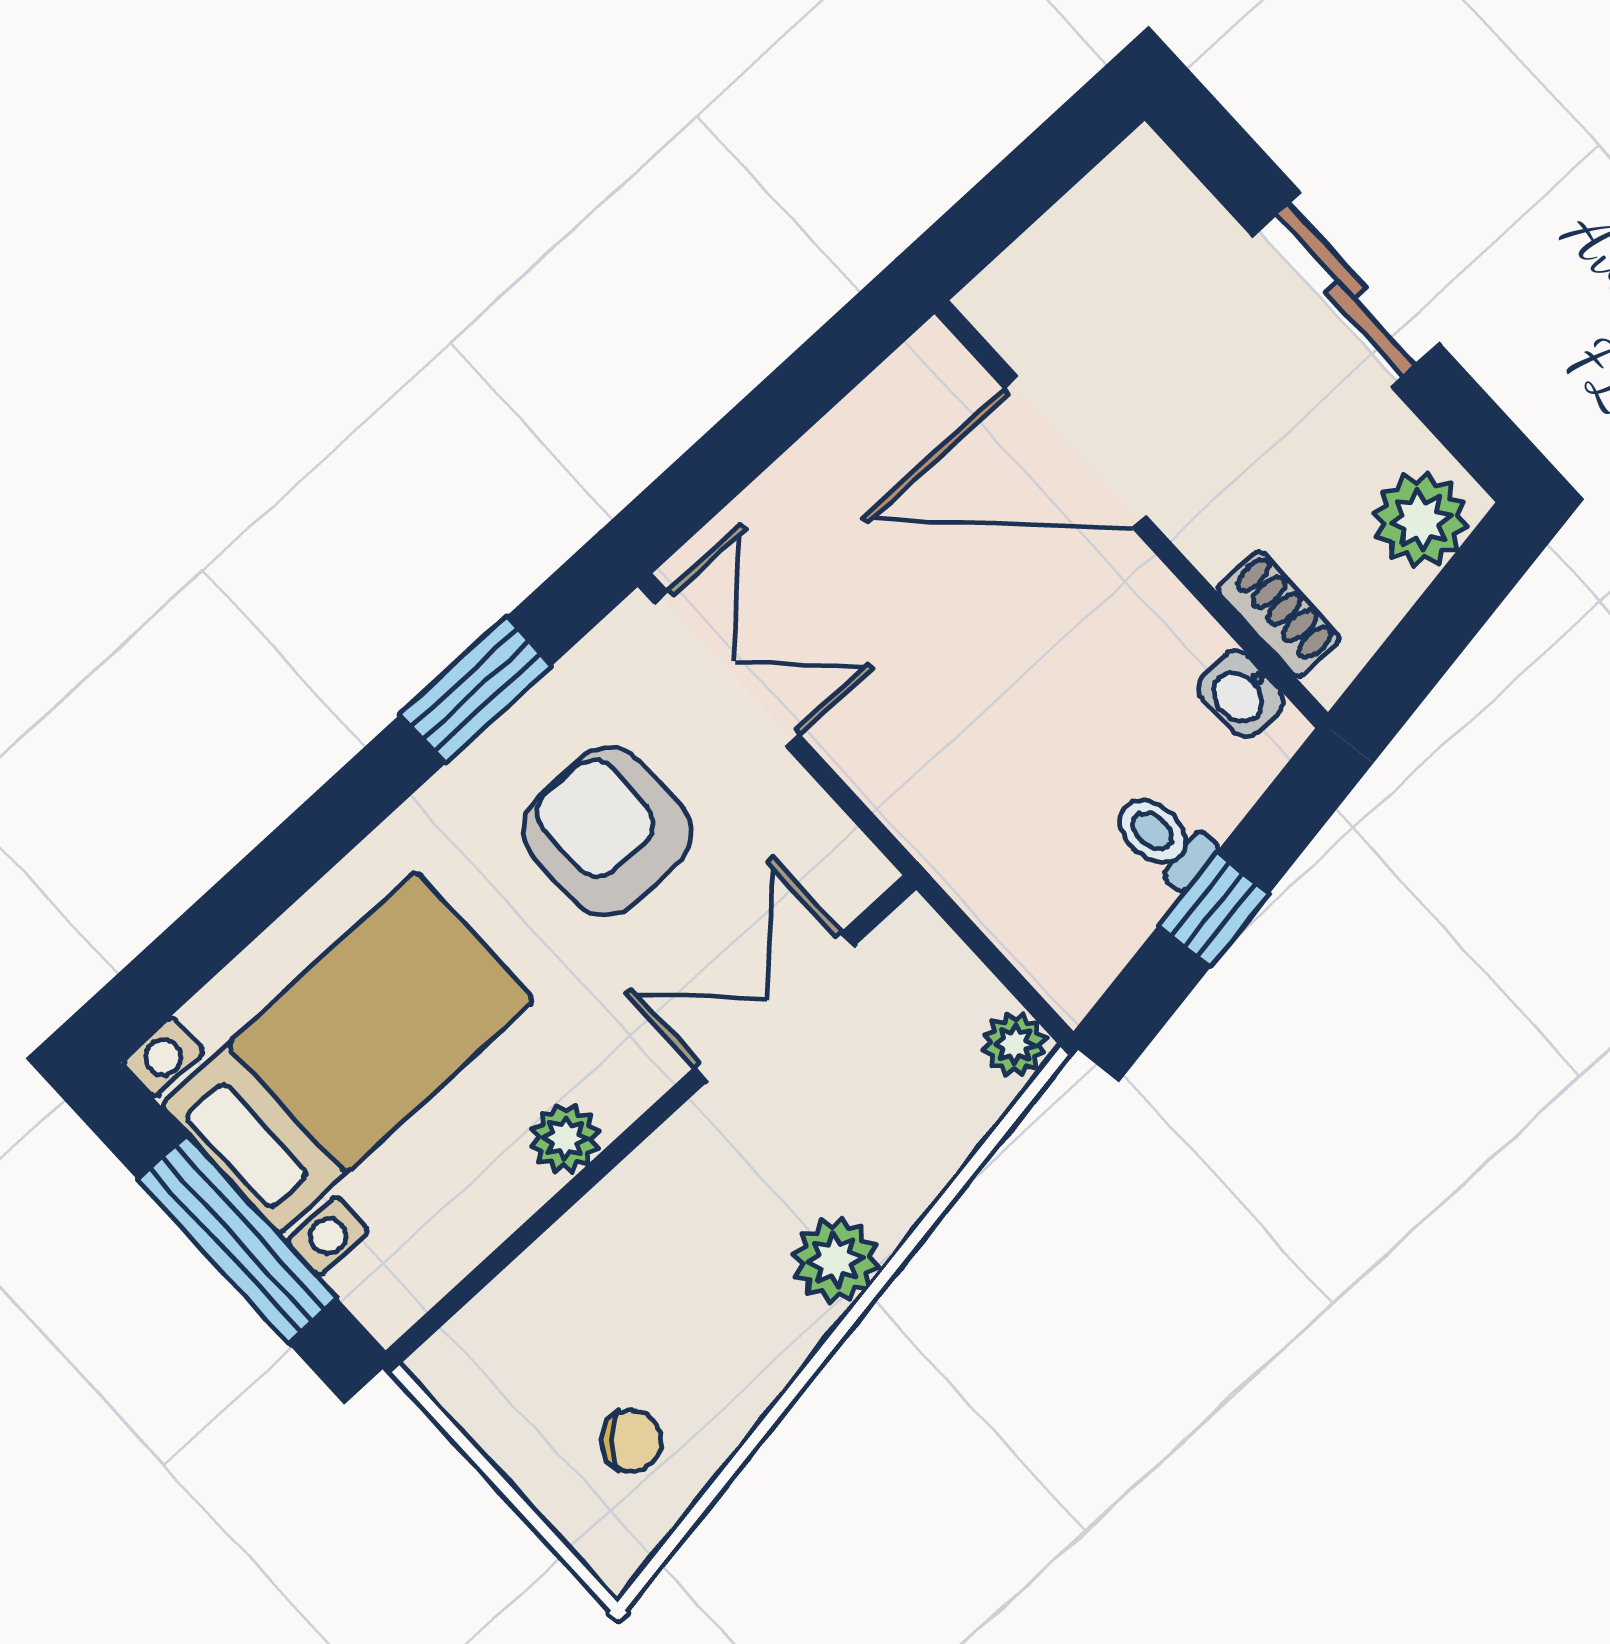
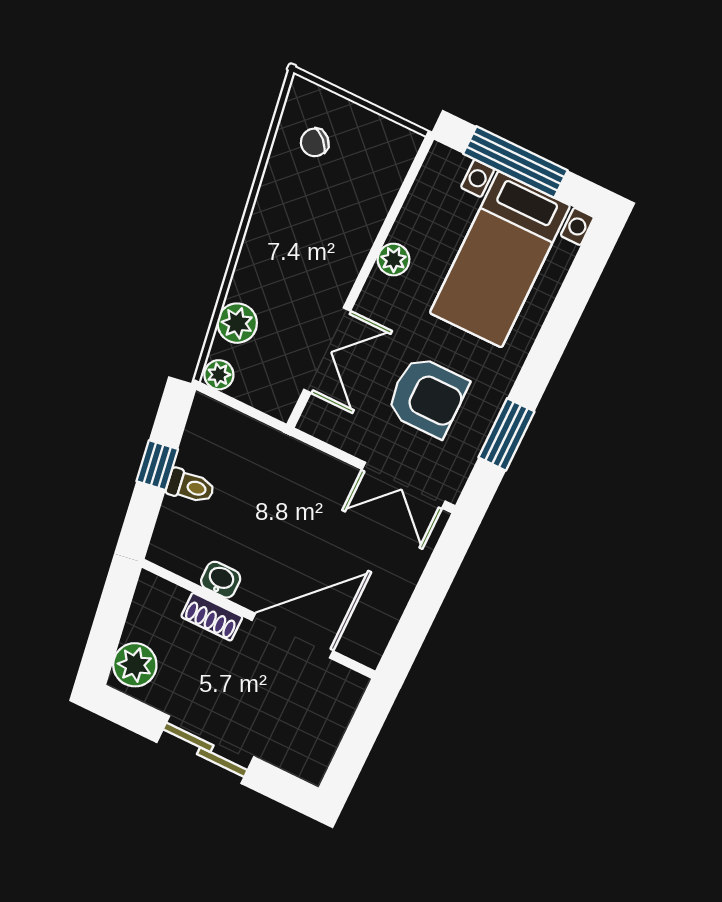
shoe rack: (1278, 614) -> (212, 617), moved
washbasin: (1241, 694) -> (221, 580), moved
plant: (835, 1260) -> (237, 323), moved

